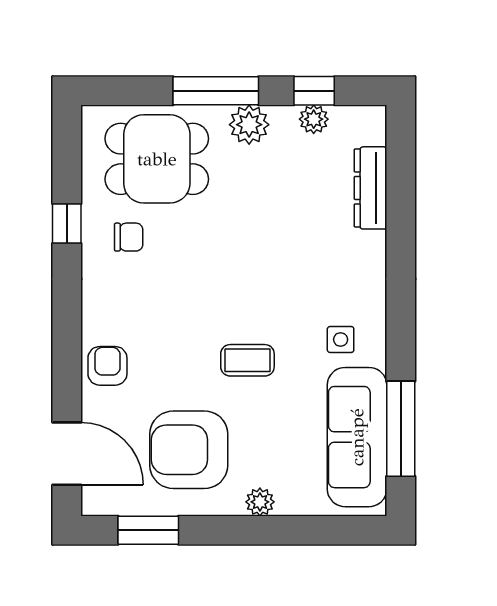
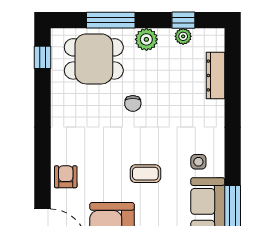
window: (216, 91) -> (111, 20), moved
window: (67, 223) -> (42, 57), moved
chair: (129, 237) -> (133, 103), moved, turned 90

